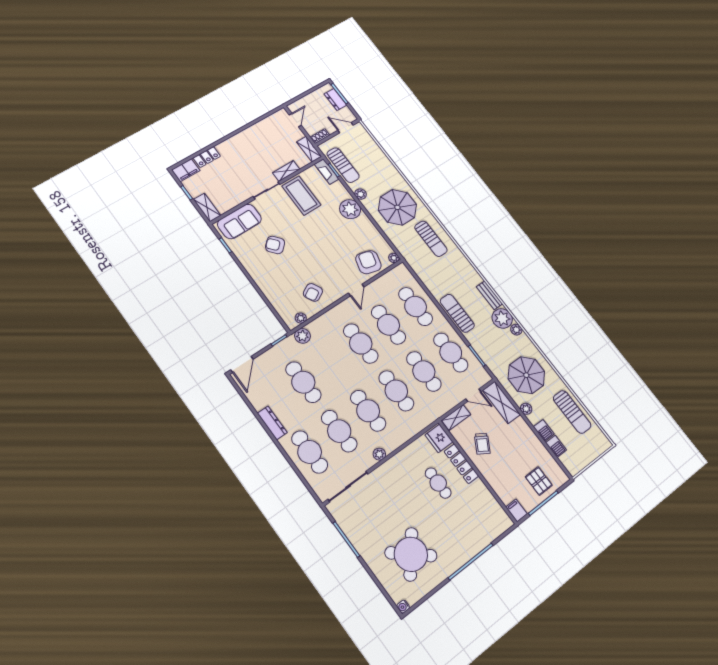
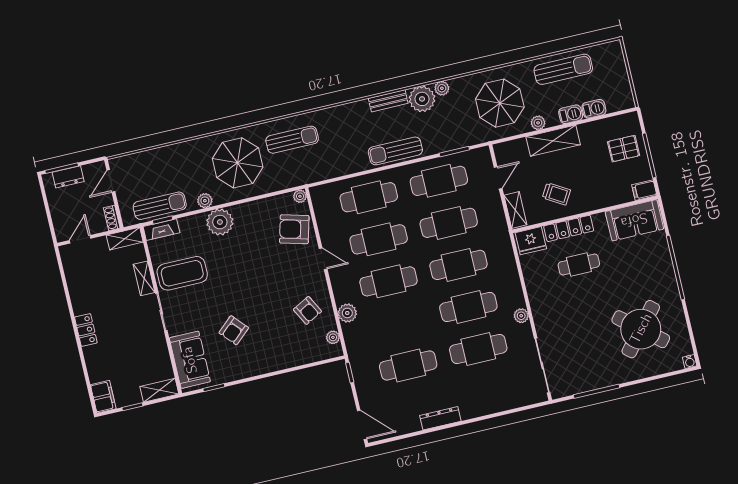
door: (295, 120) -> (80, 239), hinge flipped
locker: (207, 157) -> (86, 330), moved
plant: (302, 336) -> (347, 313), moved
shelving: (501, 402) -> (553, 141), moved
cafe table: (310, 452) -> (488, 391), removed
sofa: (491, 513) -> (634, 220), added

